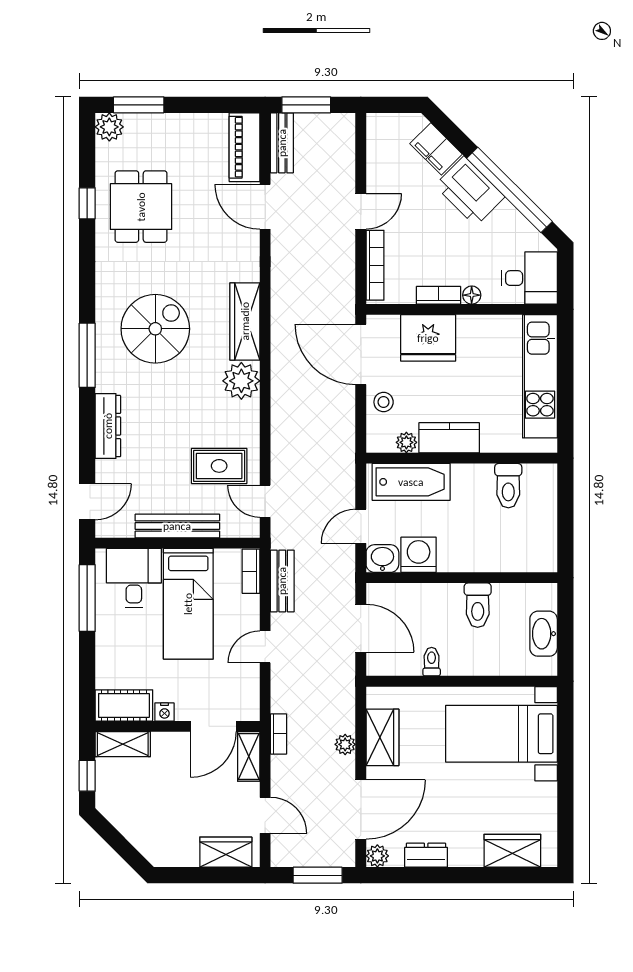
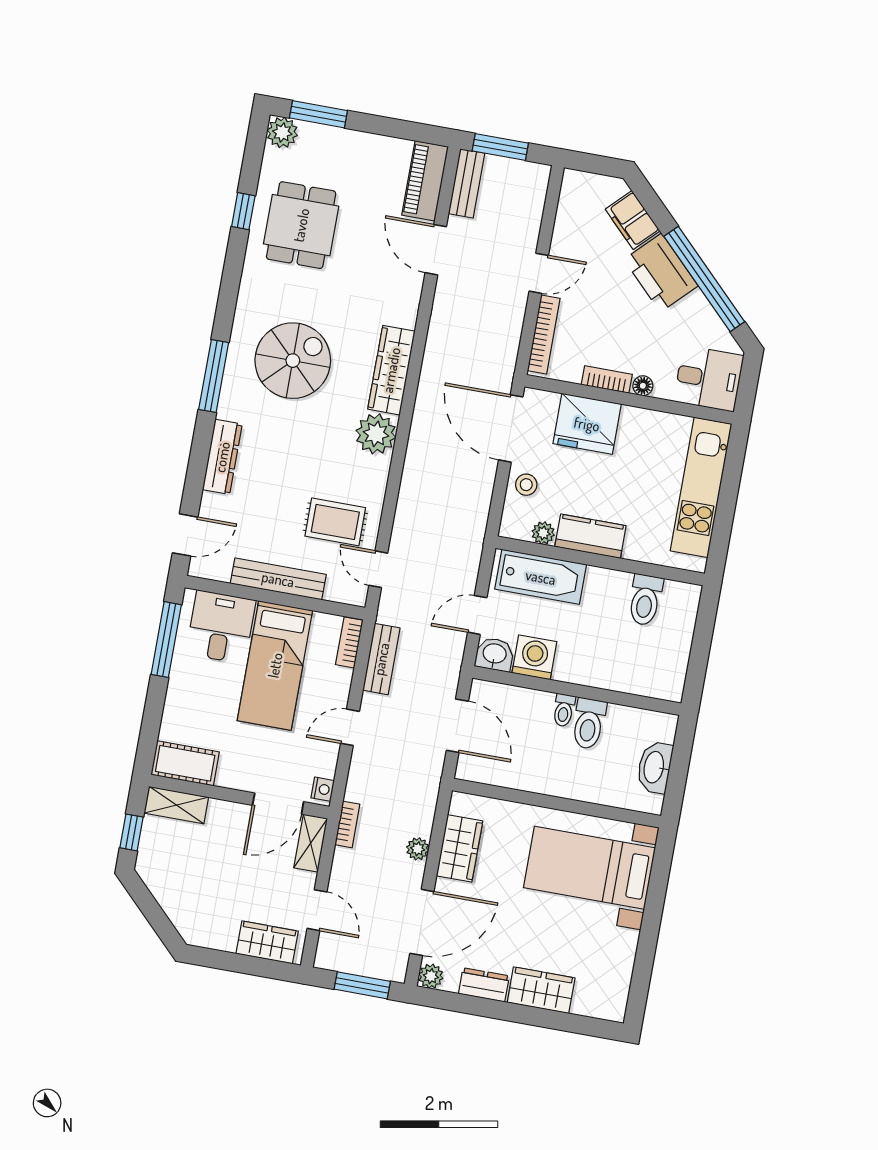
toilet: (432, 662) -> (564, 710), moved, turned 180
nightstand: (164, 712) -> (323, 789), moved, turned -90
wardrobe: (512, 851) -> (541, 990), moved

